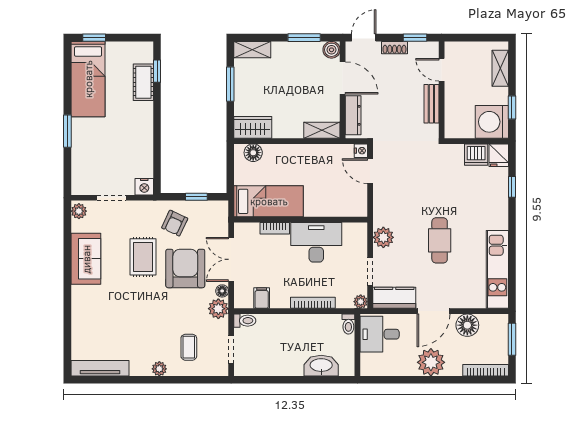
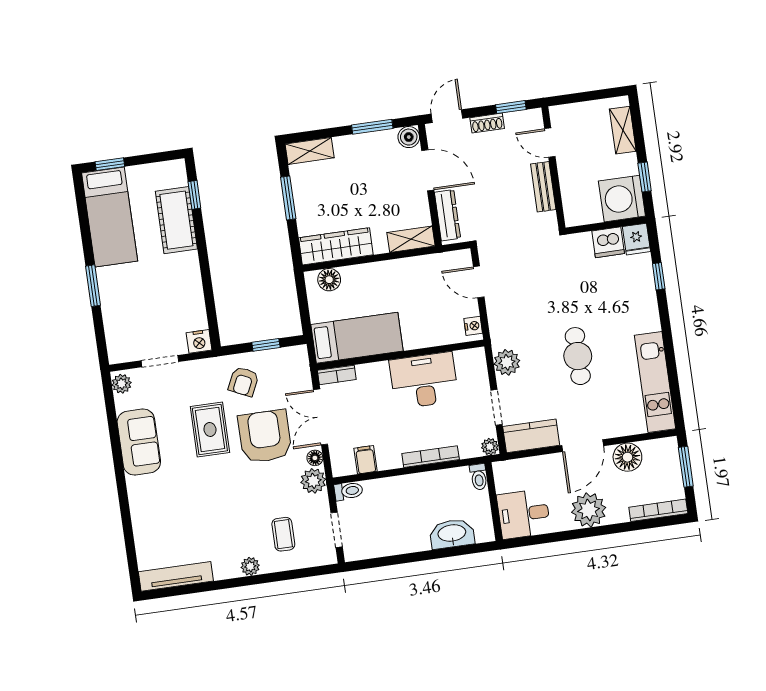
cot: (143, 82) -> (176, 220), width x1.37, depth x1.34
wardrobe: (253, 127) -> (336, 246), width x1.50
nightstand: (361, 151) -> (473, 326), moved
bookcase: (275, 228) -> (337, 375), moved
desk: (380, 334) -> (524, 514), moved

